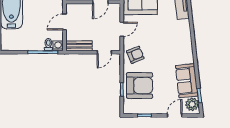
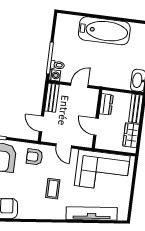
door: (64, 22) -> (79, 85), hinge flipped
coffee table: (162, 34) -> (53, 189), added
armchair: (135, 55) -> (34, 157), turned 112

